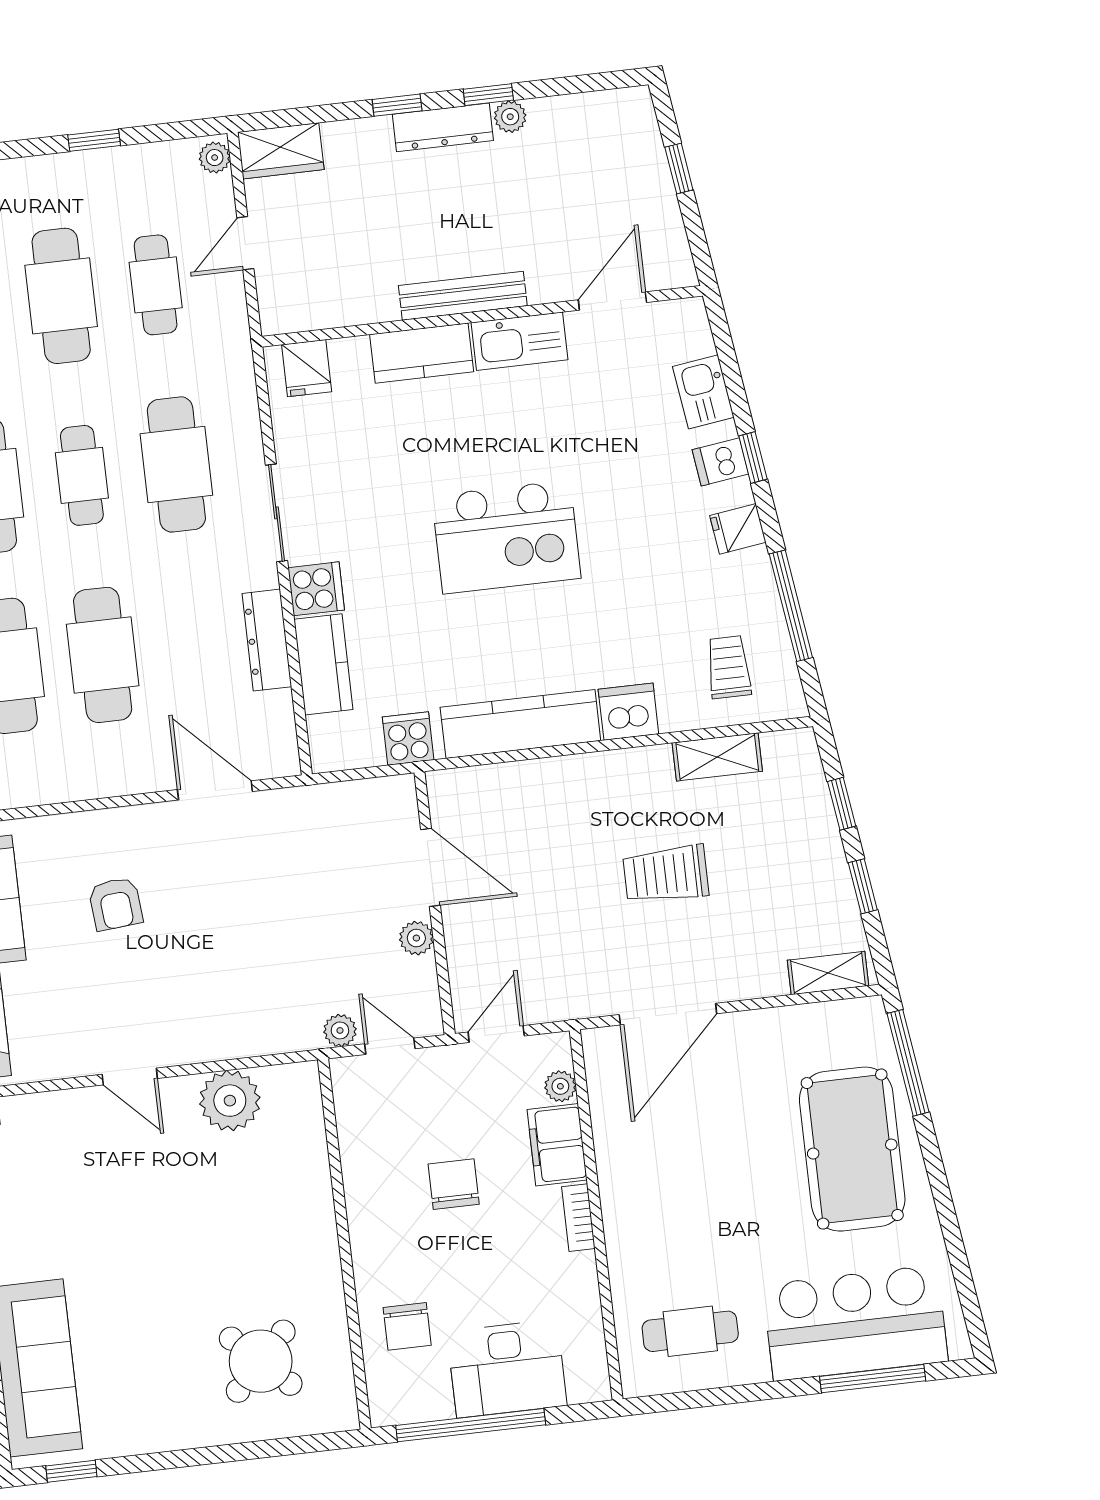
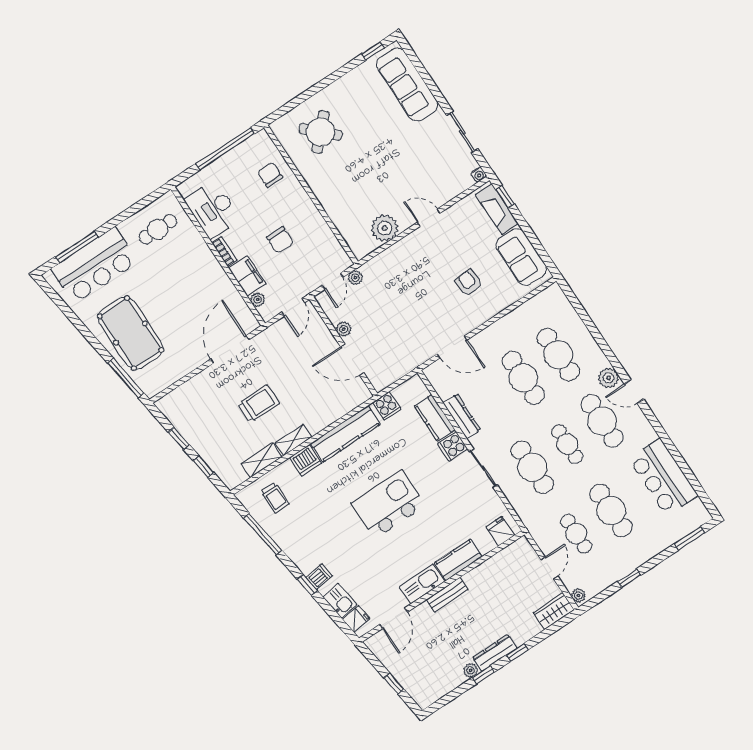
bench: (463, 296) -> (447, 595), width x0.73
fridge: (738, 529) -> (356, 619), moved
shelving: (828, 973) -> (293, 440), moved
door: (390, 1046) -> (333, 281), hinge flipped
desk: (507, 1369) -> (213, 209), moved, turned -90

